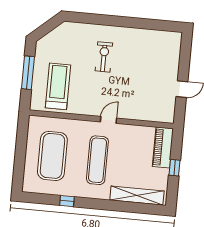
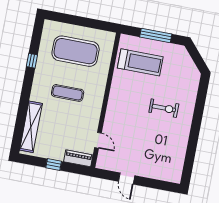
door: (108, 120) -> (98, 140), moved
piano: (163, 148) -> (78, 158), width x0.73, depth x0.75
exercise mat: (97, 160) -> (68, 93), width x0.73, depth x0.69

